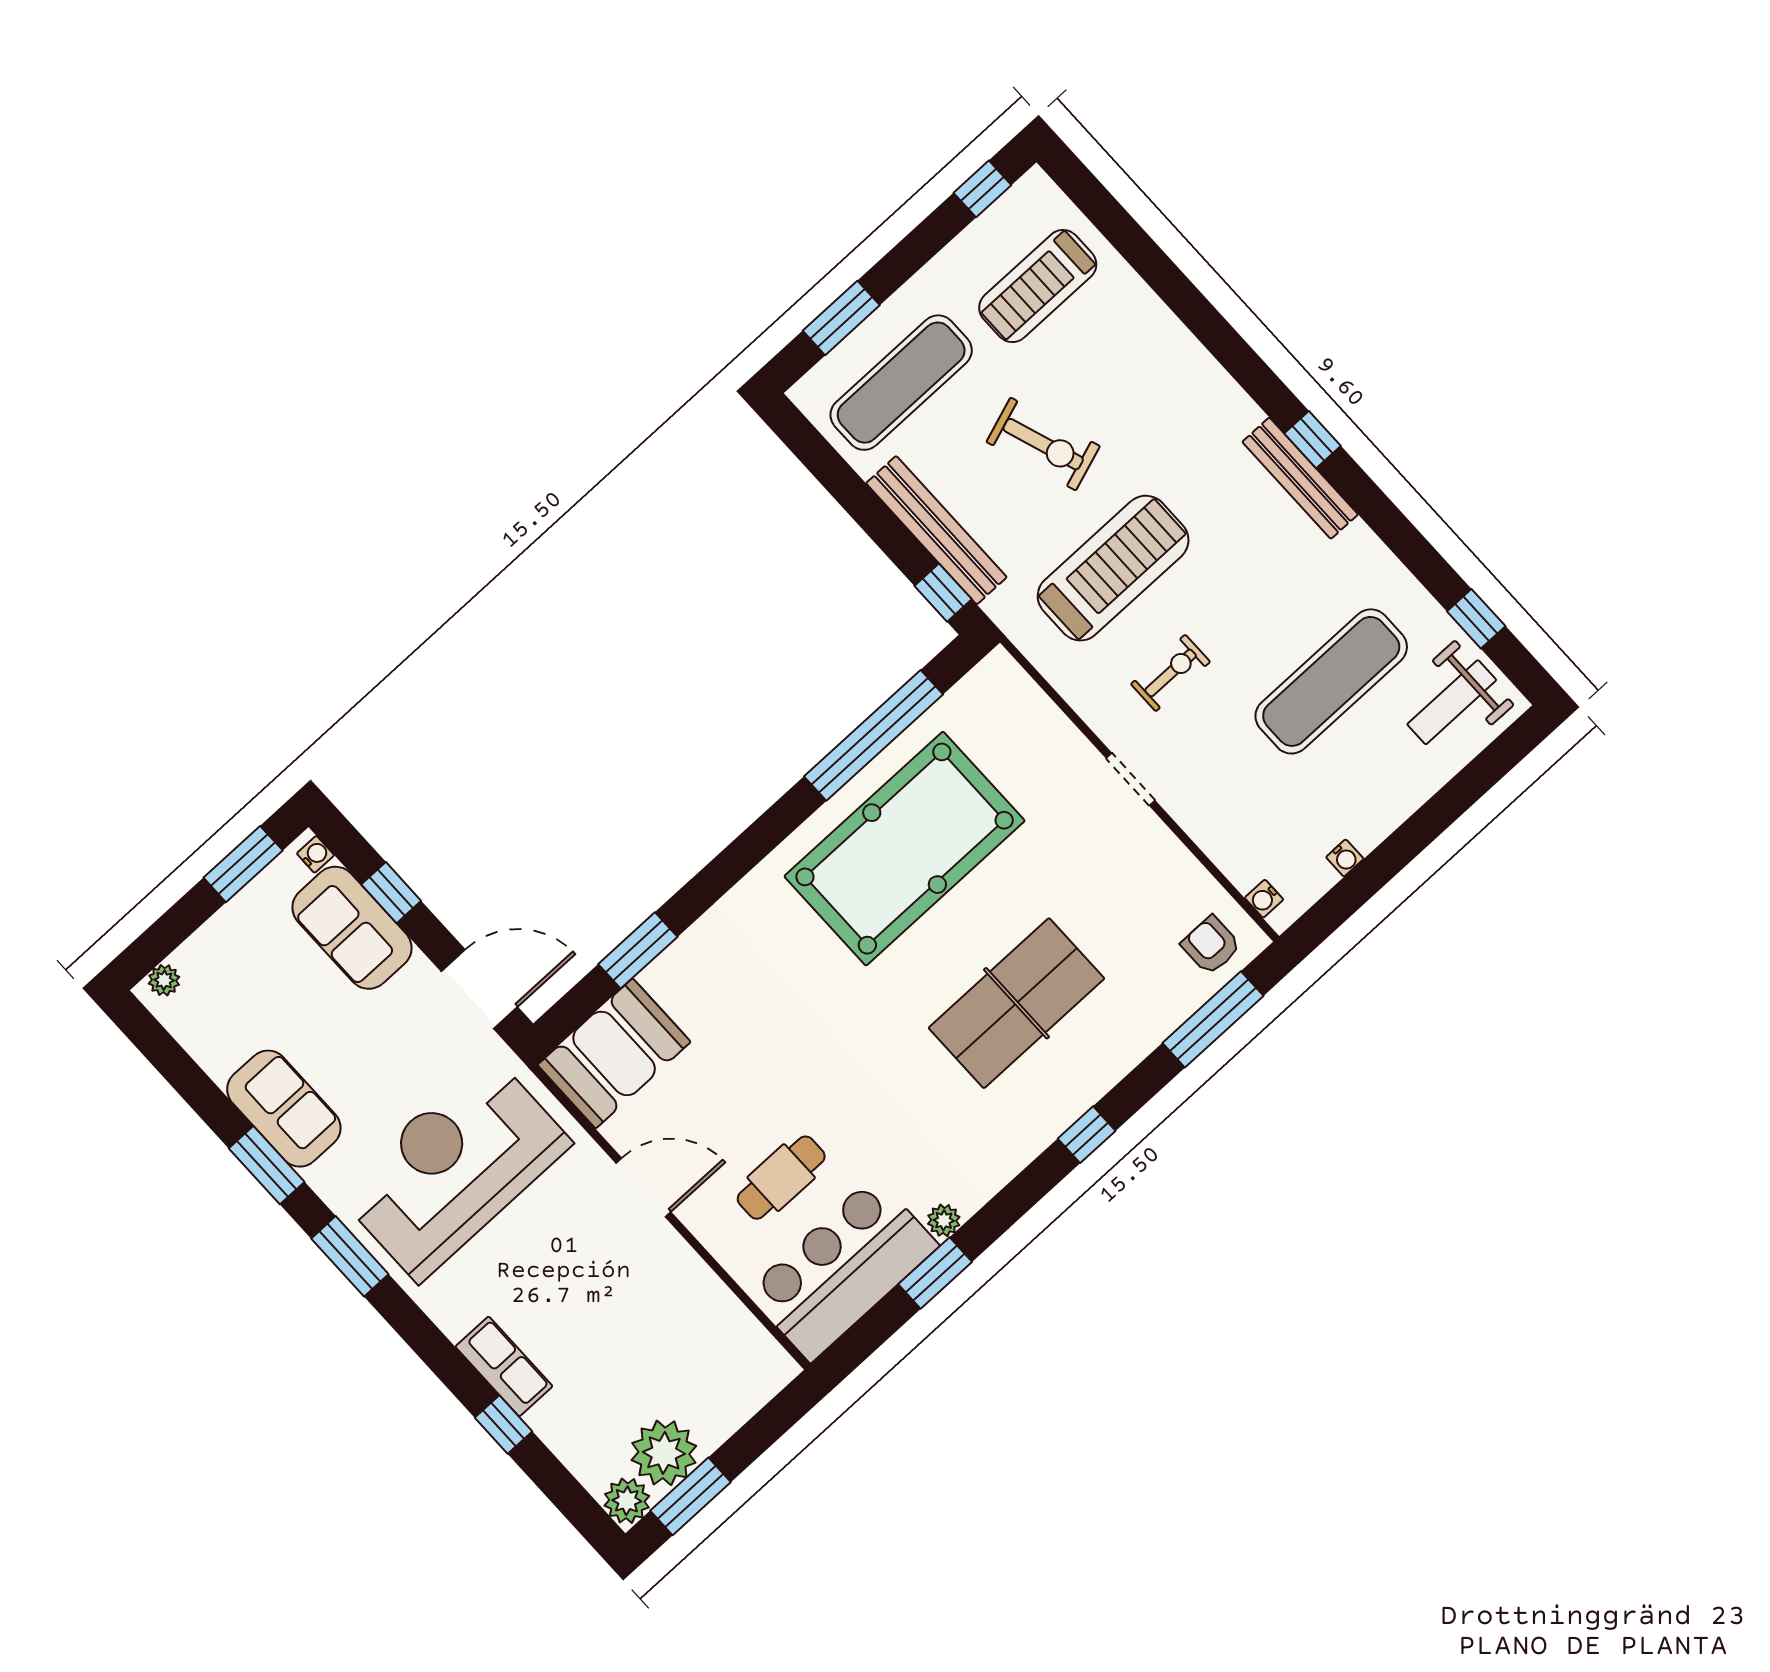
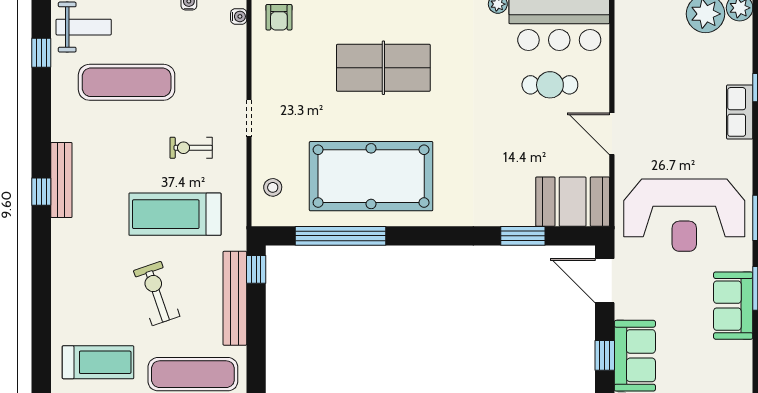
stool: (1018, 718) -> (273, 187), added

